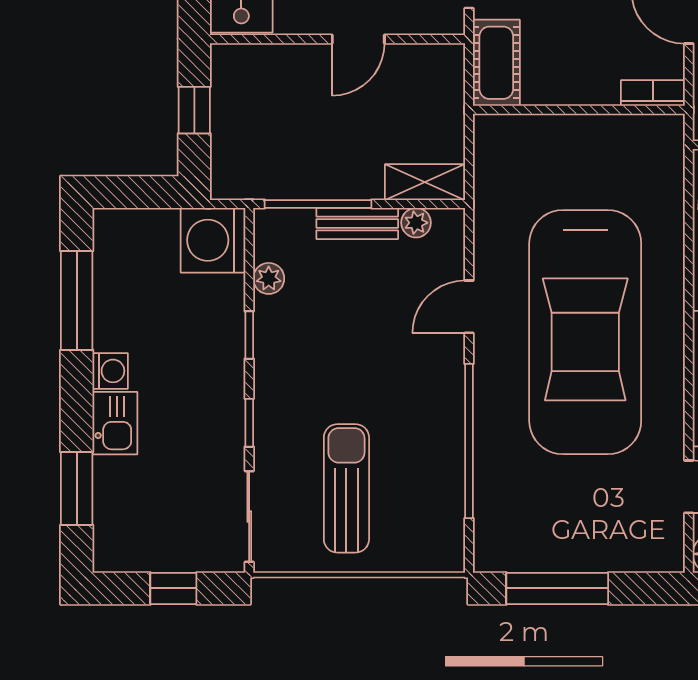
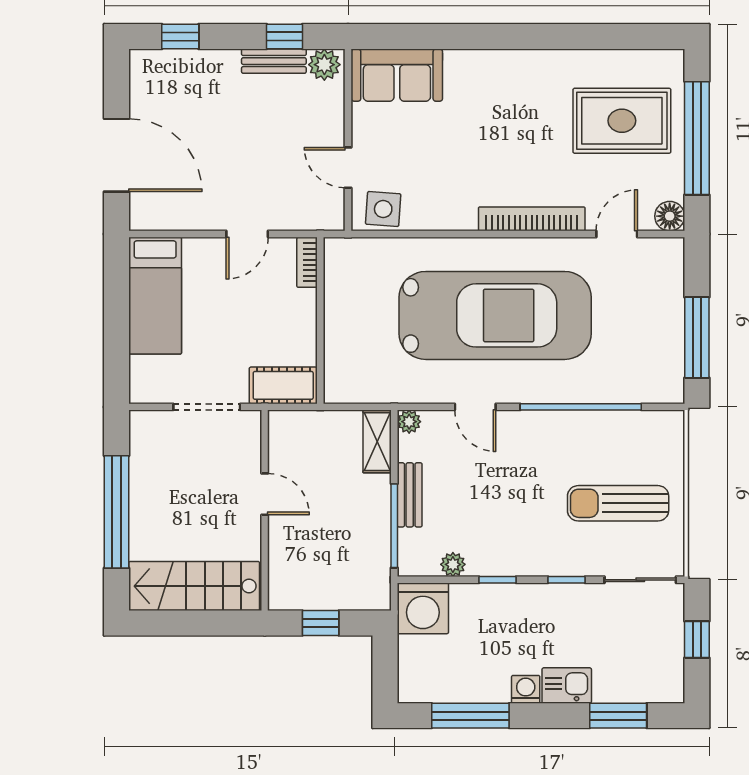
plant: (416, 223) -> (409, 422), moved

